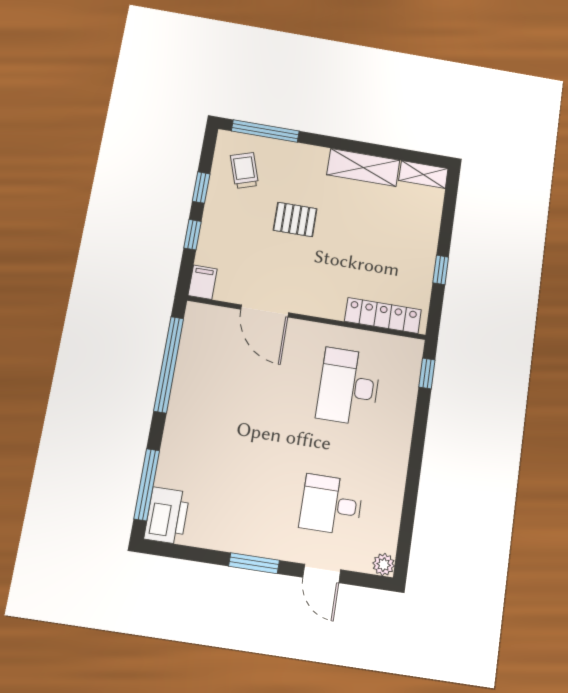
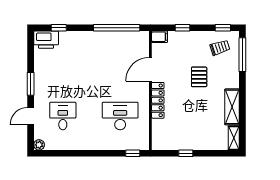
window: (201, 188) -> (223, 28), moved
locker: (383, 315) -> (158, 100), moved
window: (147, 485) -> (59, 28), width x0.46

